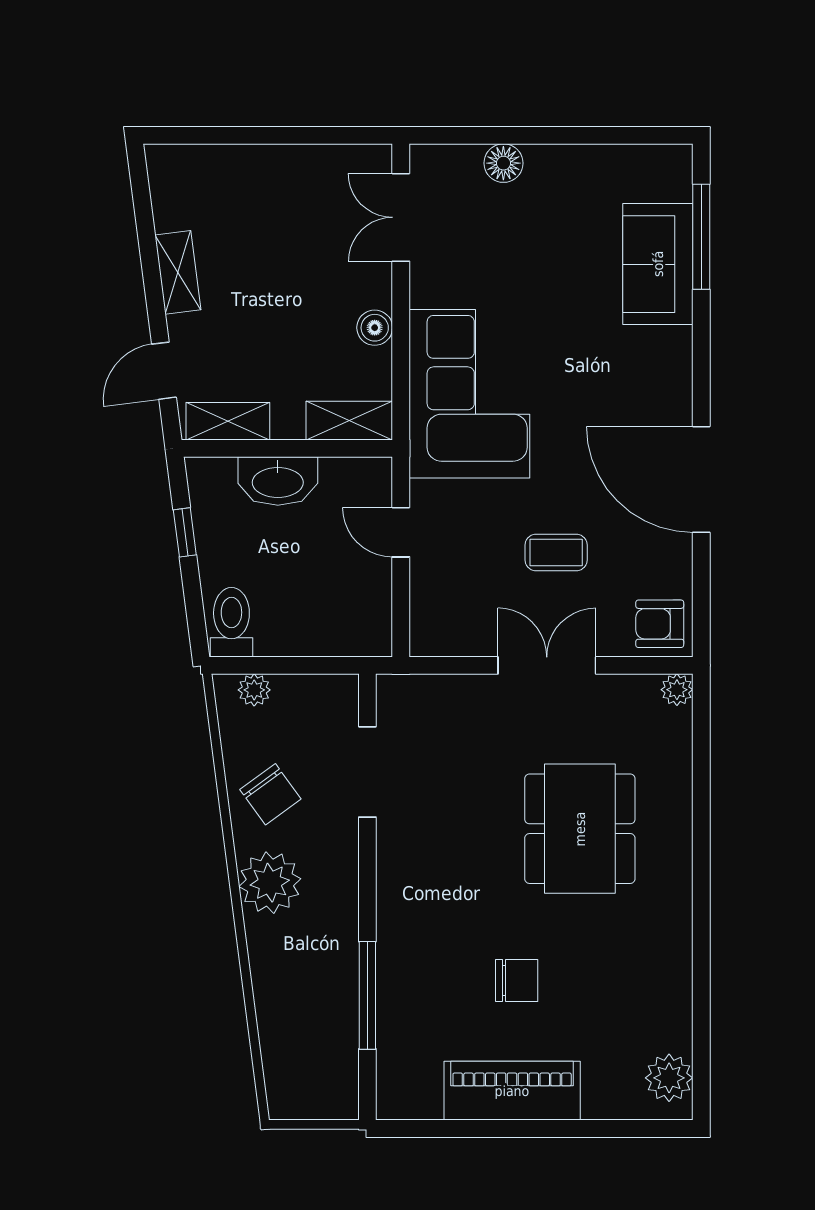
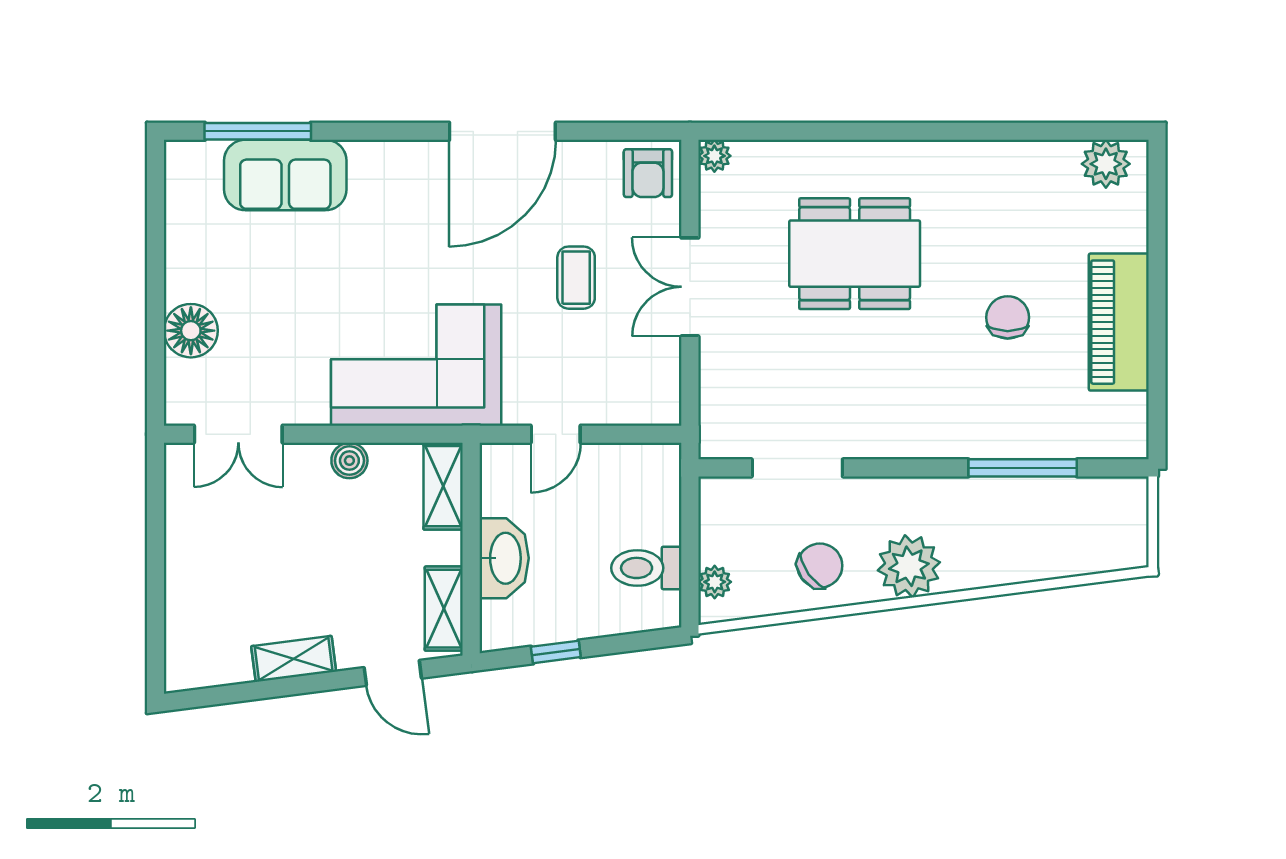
floor lamp: (503, 163) -> (191, 331), width x1.38, depth x1.38
toilet: (231, 622) -> (646, 568), moved

